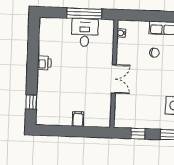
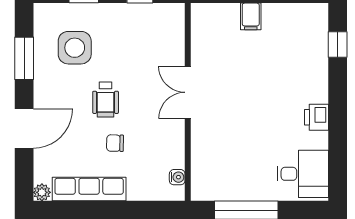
desk: (85, 33) -> (303, 174), moved, turned -90
wheelchair: (159, 77) -> (106, 99), added

